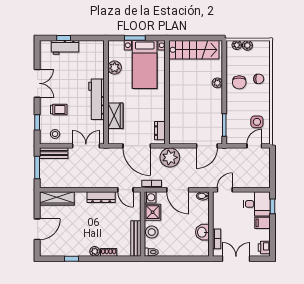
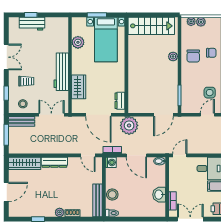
dresser: (101, 197) -> (54, 162), moved
shower: (153, 212) -> (113, 176), removed

